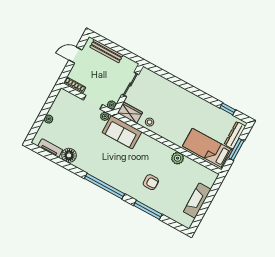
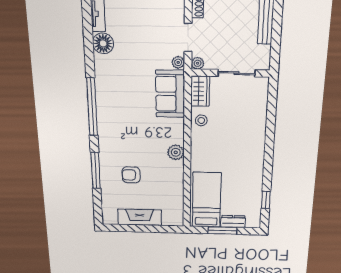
dresser: (235, 135) -> (233, 222), width x0.70
plant: (178, 158) -> (176, 152), moved
armchair: (151, 182) -> (131, 175), moved, turned 90

